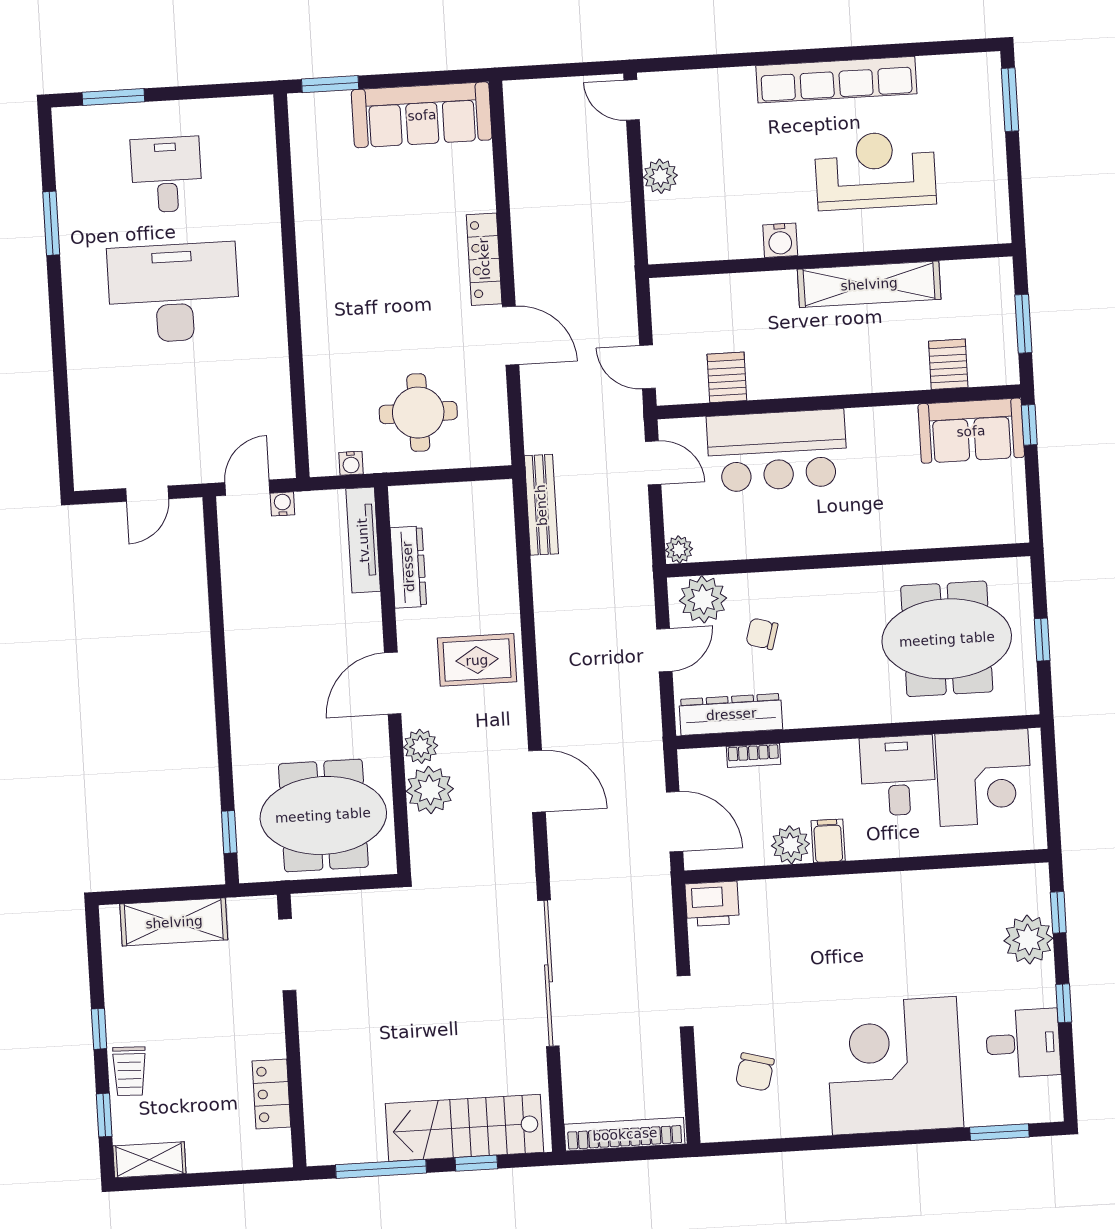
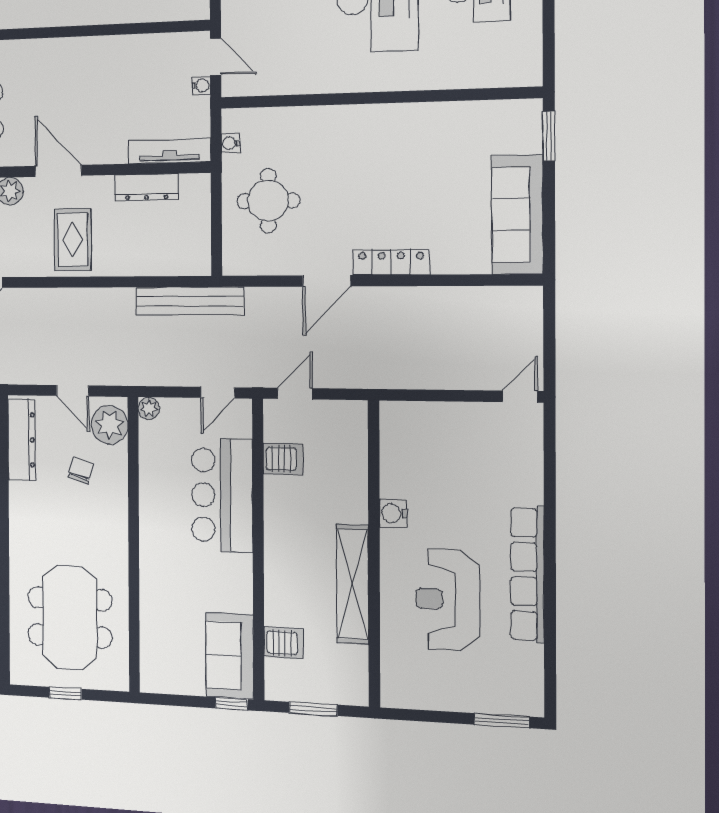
reception desk: (875, 170) -> (448, 599), turned 180
plant: (660, 176) -> (453, 416), removed
bench: (541, 505) -> (190, 301), width x1.37, depth x1.21

